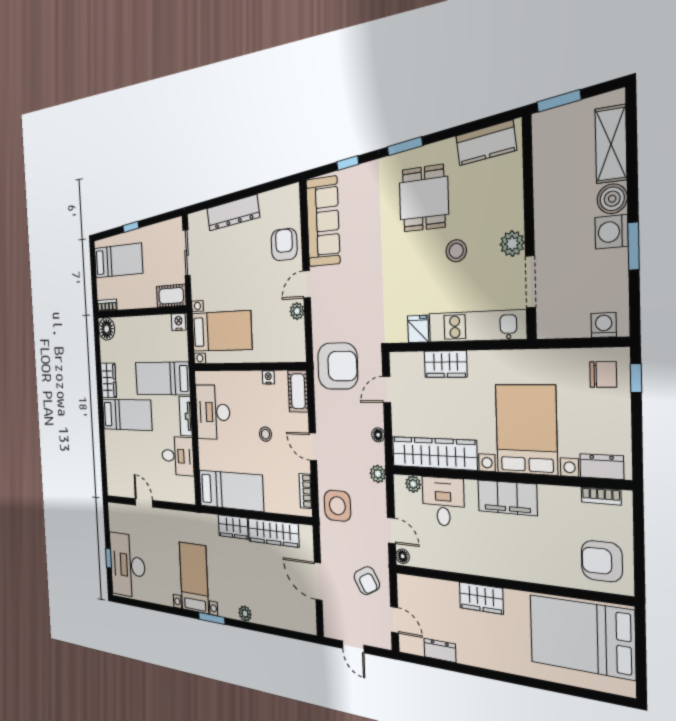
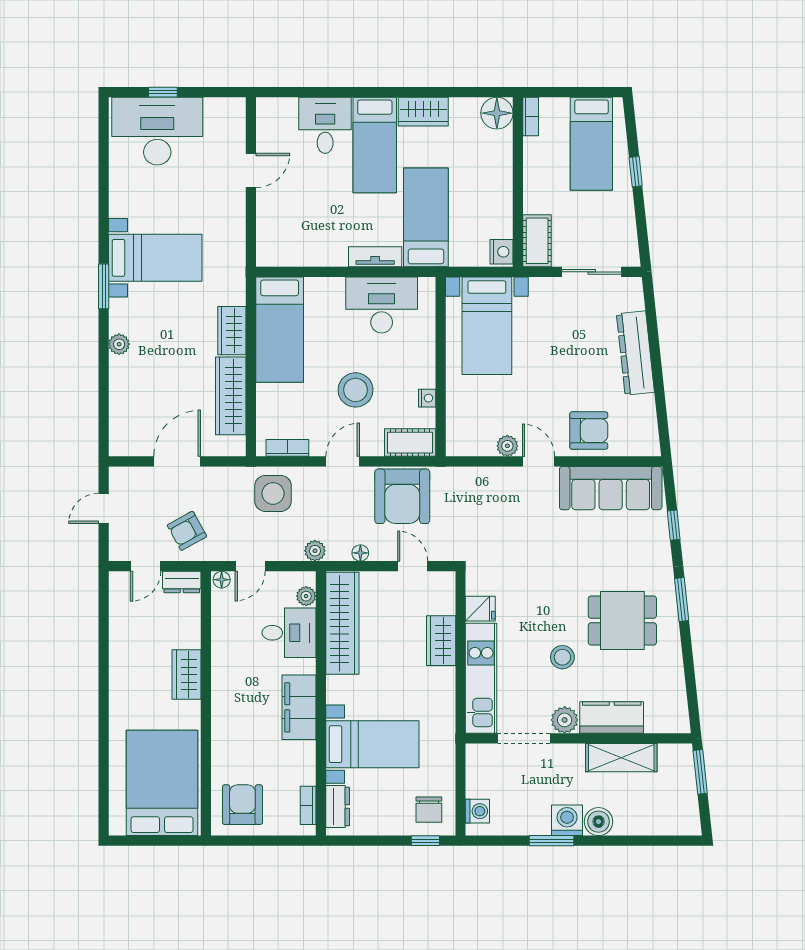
kitchen counter: (486, 143) -> (612, 718), moved, turned 96
shelving: (611, 144) -> (621, 758), moved
armchair: (338, 366) -> (402, 496), moved
bed with nightstands: (526, 429) -> (372, 744), width x0.73
stool: (265, 434) -> (356, 390), width x1.89, depth x1.89
desk: (178, 456) -> (325, 125), moved, turned 180
dresser: (440, 650) -> (182, 582), moved, turned 90

